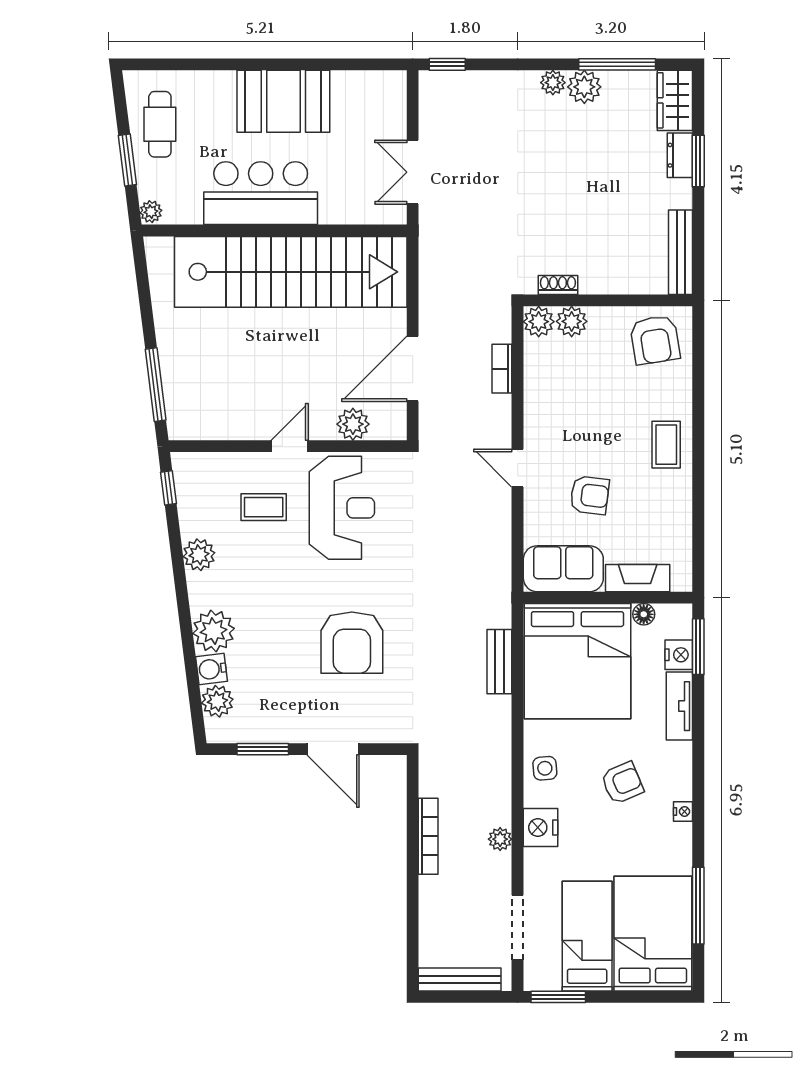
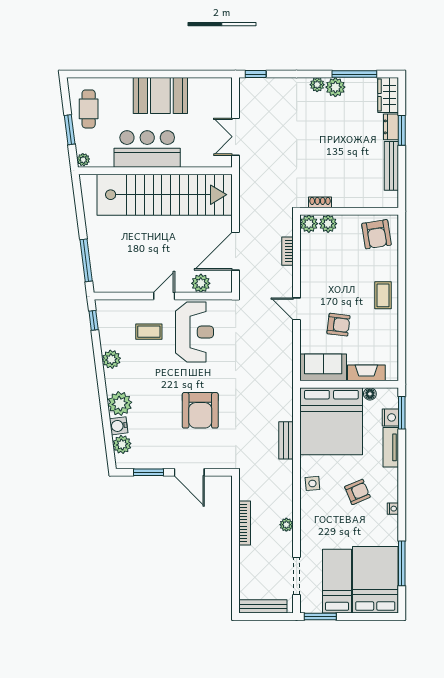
bench: (681, 252) -> (391, 166), moved
bench: (499, 662) -> (286, 440), moved
nightstand: (541, 828) -> (310, 518), removed

